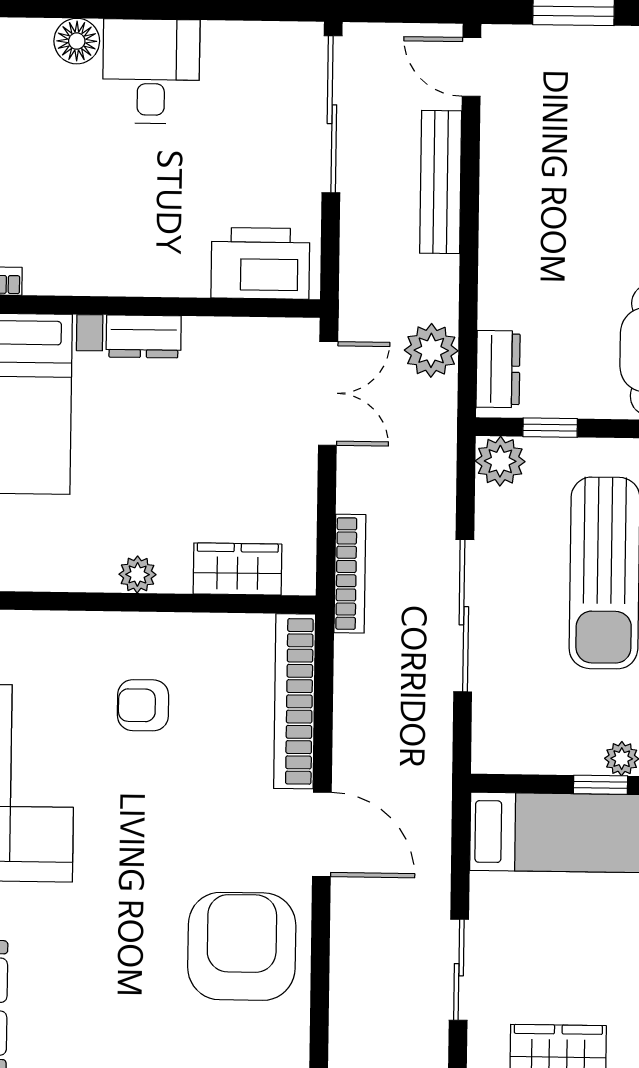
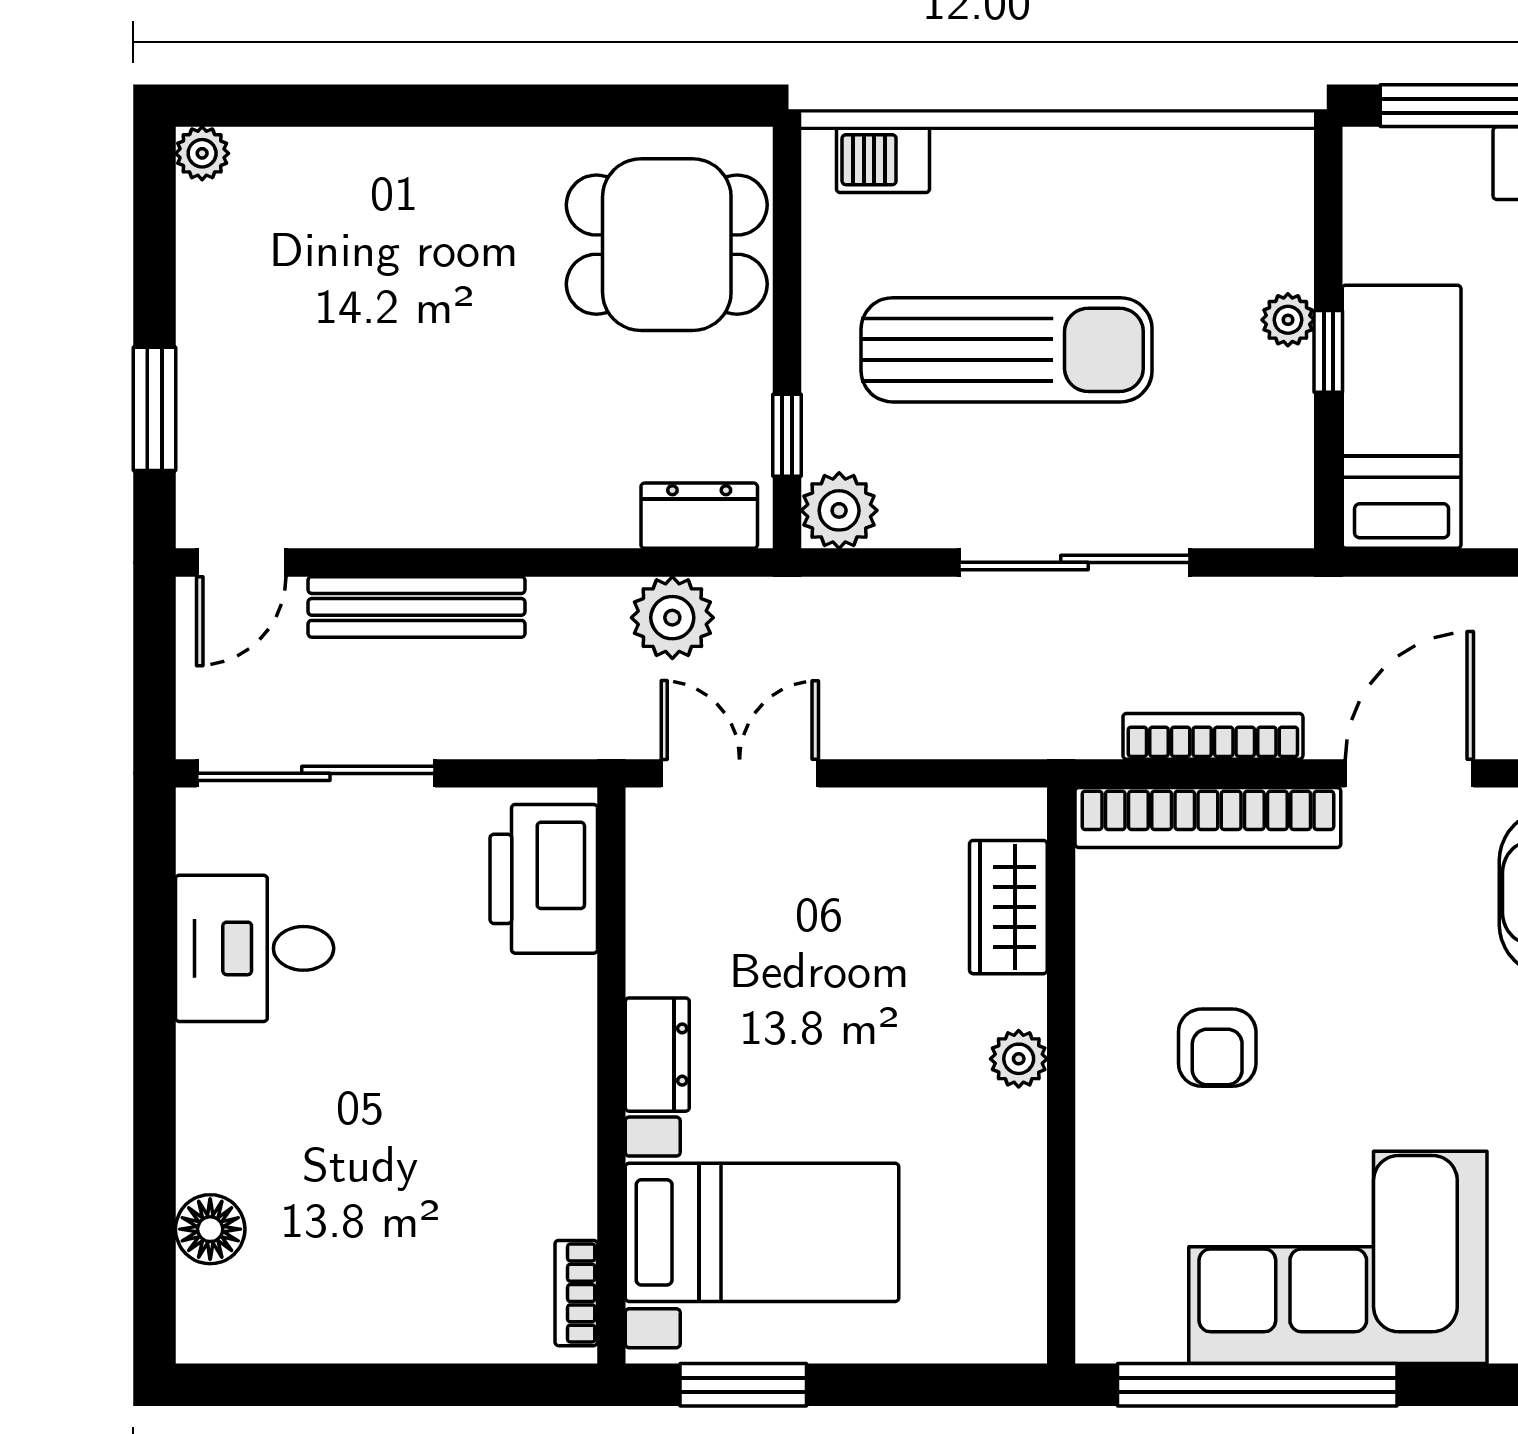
floor lamp: (77, 41) -> (210, 1229), moved
desk: (151, 71) -> (255, 948), moved
bookcase: (350, 574) -> (1213, 736), moved

